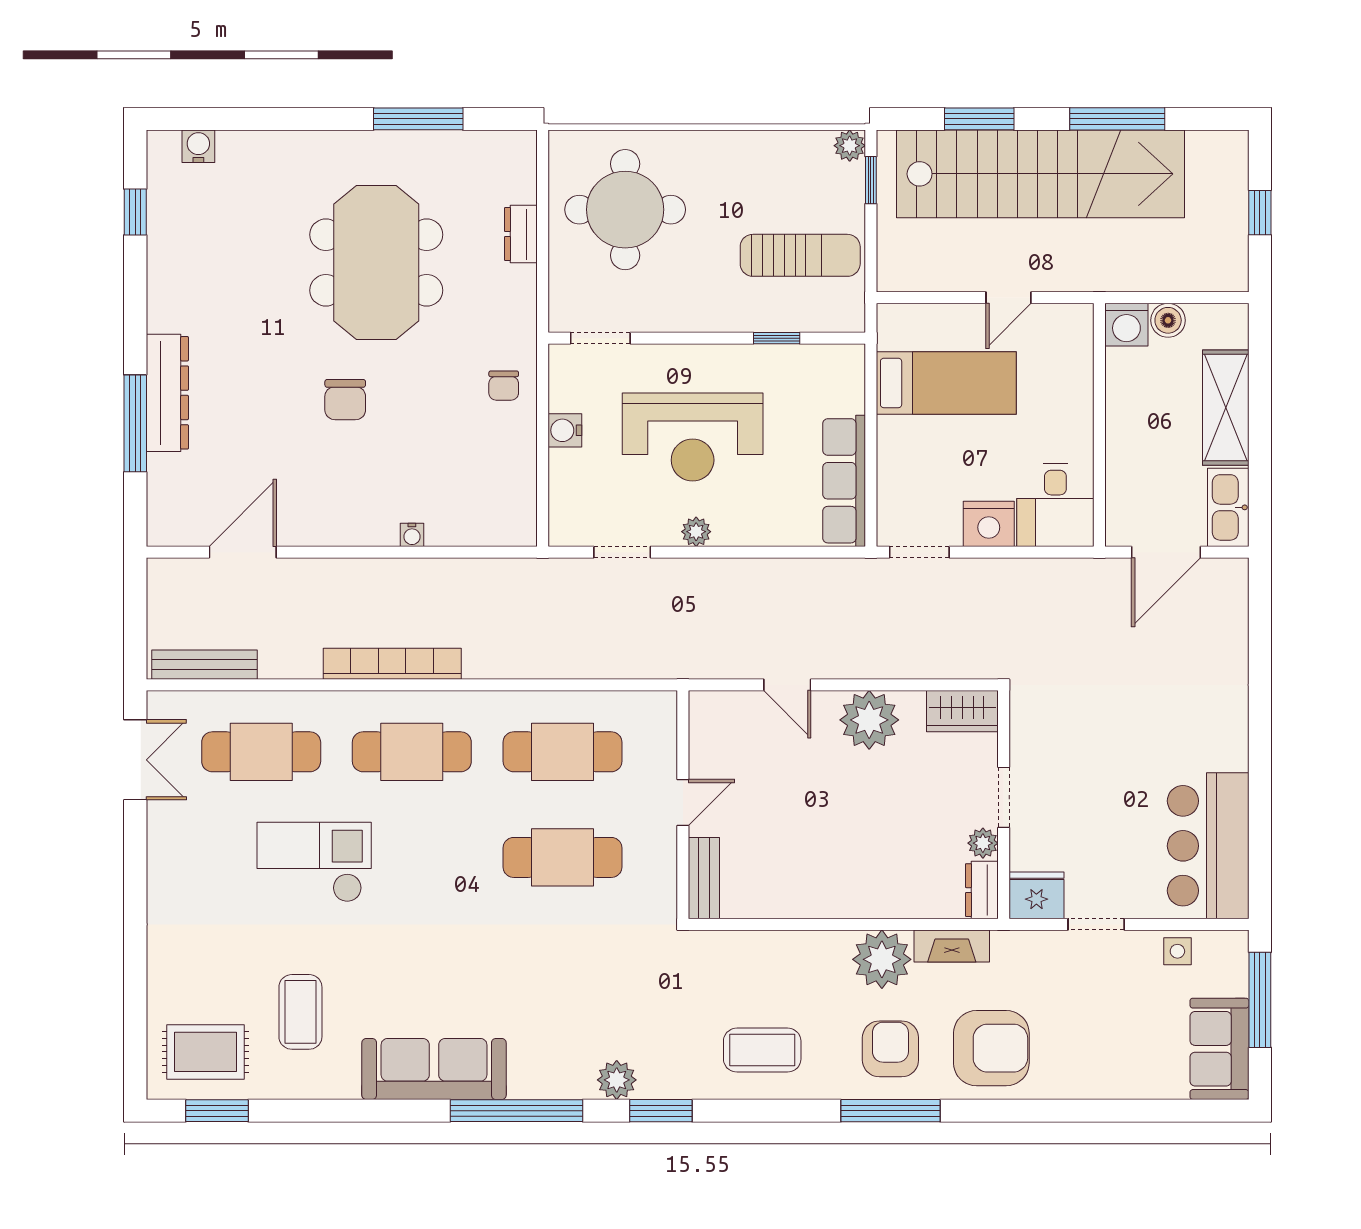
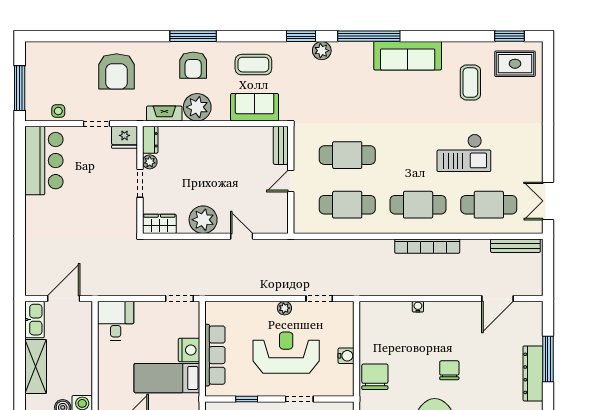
doorway: (600, 338) -> (299, 399), moved
chair: (504, 386) -> (375, 377), width x1.87, depth x1.87
row of seats: (844, 481) -> (215, 355), moved
nightstand: (989, 524) -> (189, 350), moved, turned 90
armchair: (991, 1048) -> (116, 71), moved, turned -90
sofa: (1219, 1049) -> (255, 107), moved, turned -90

